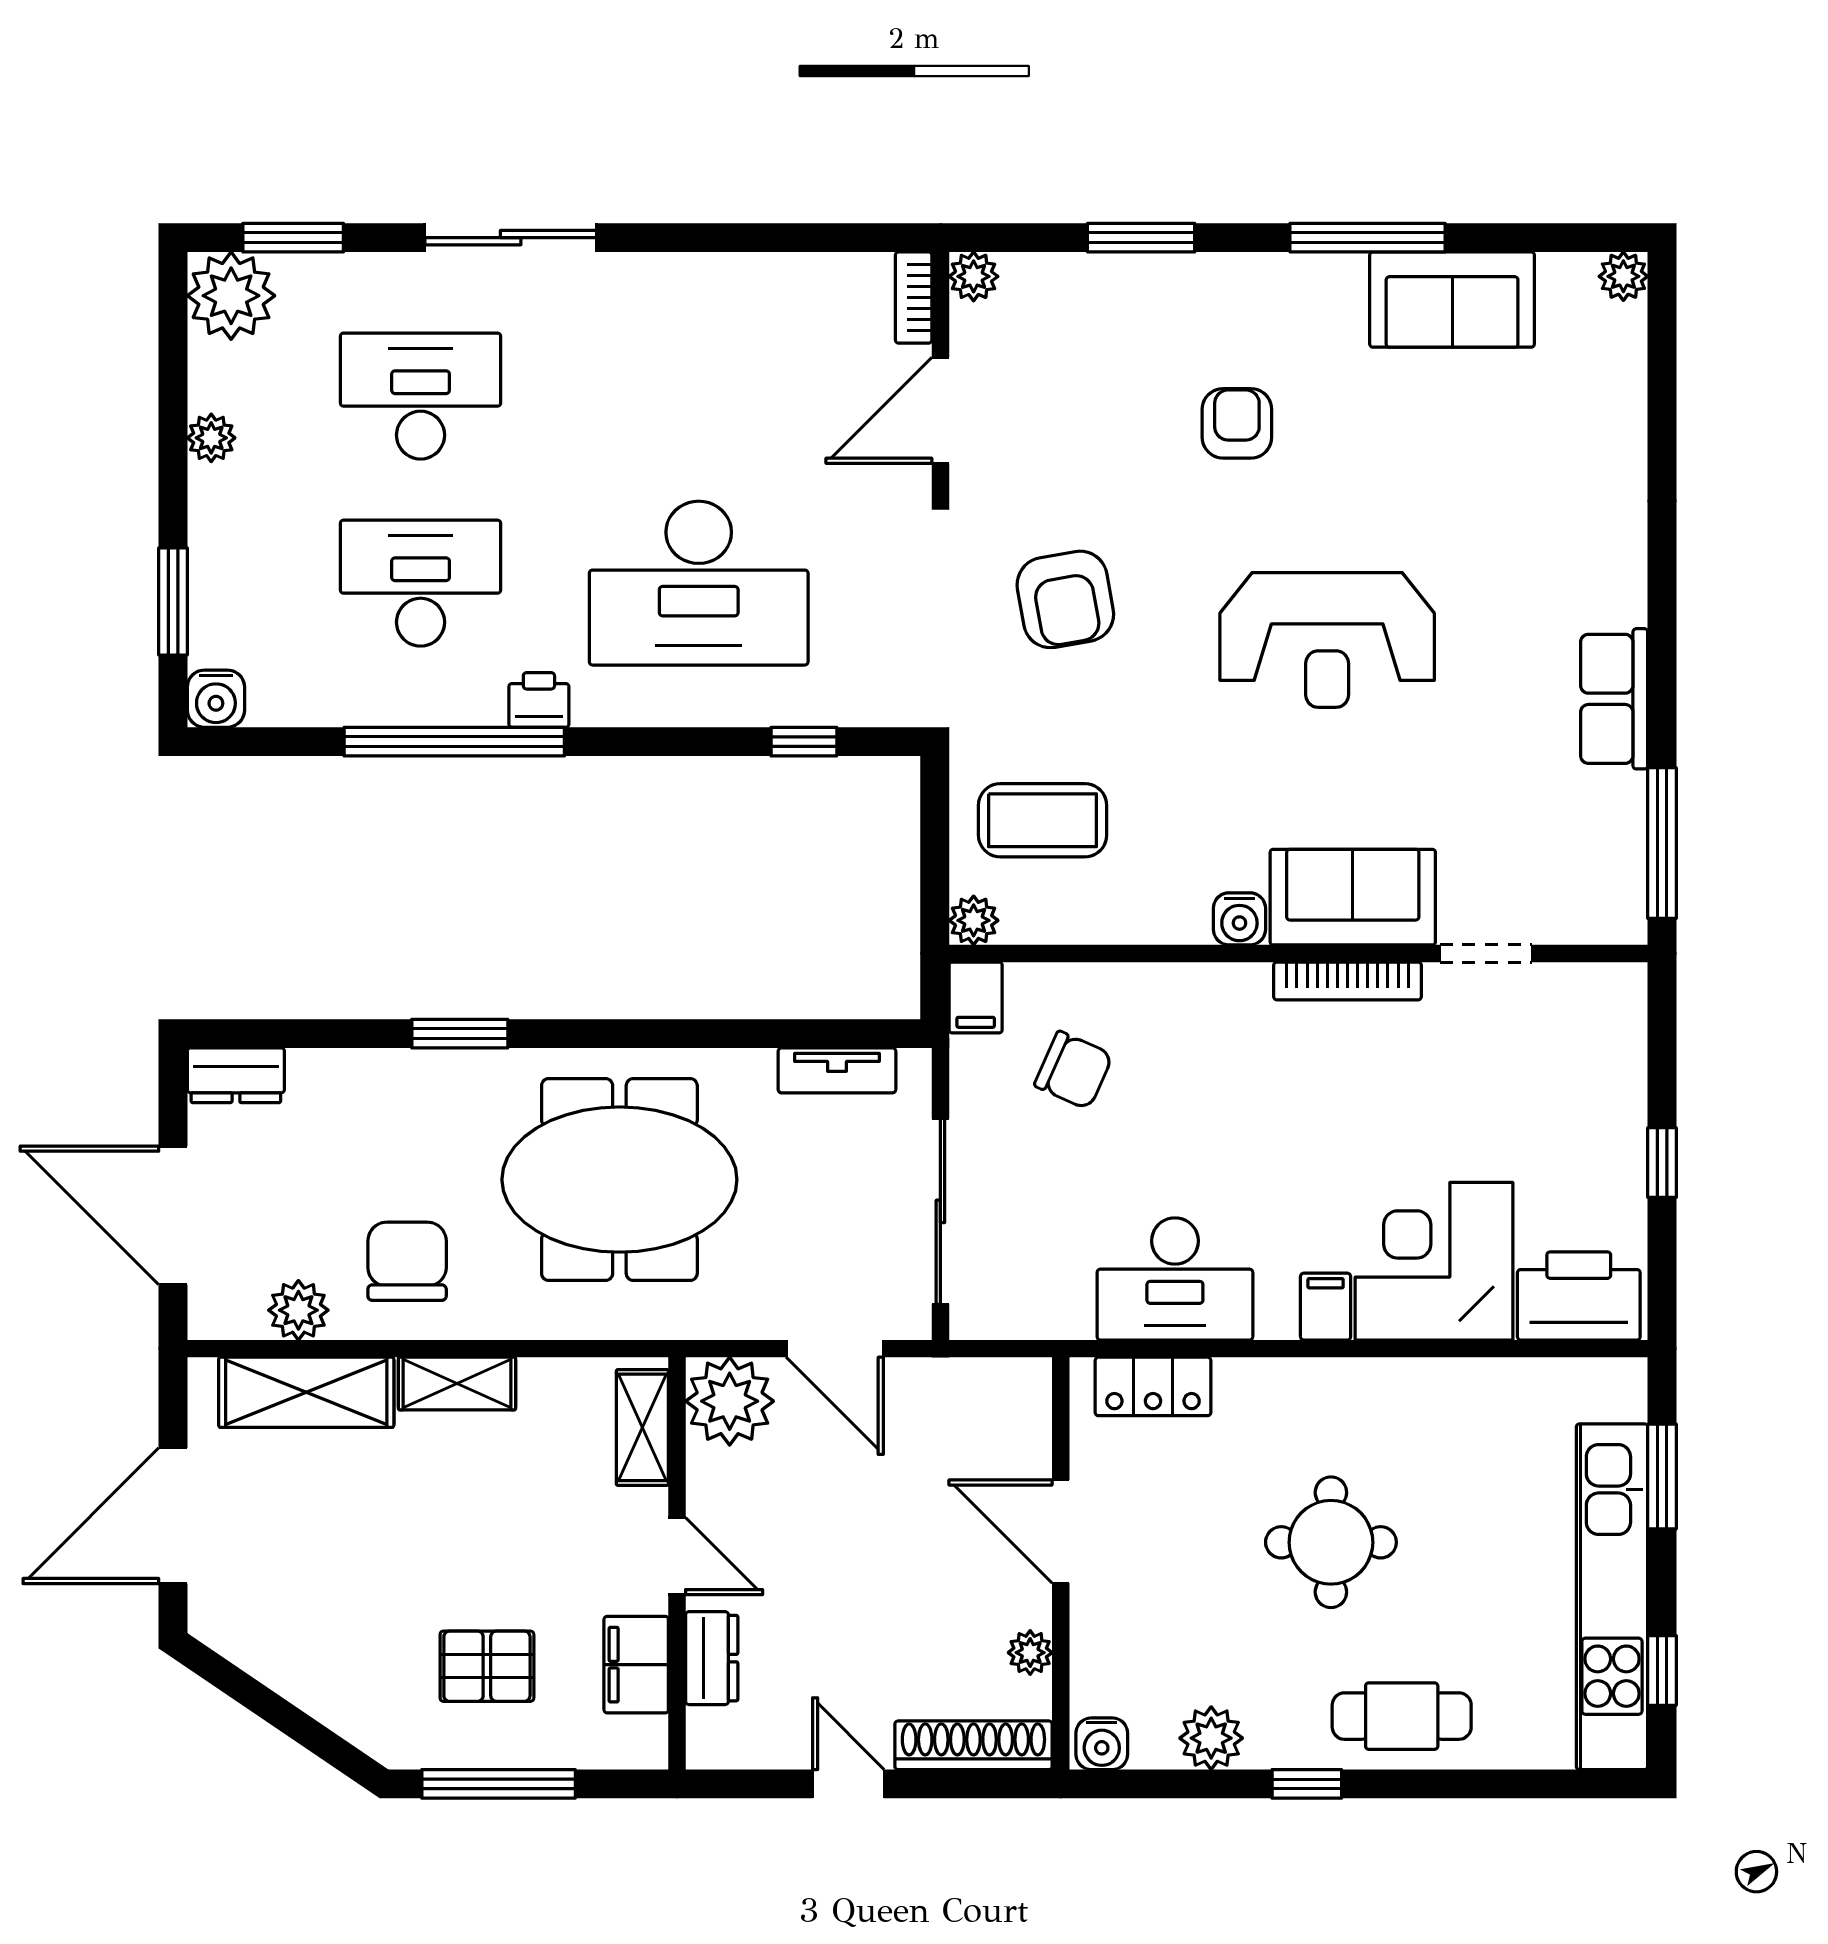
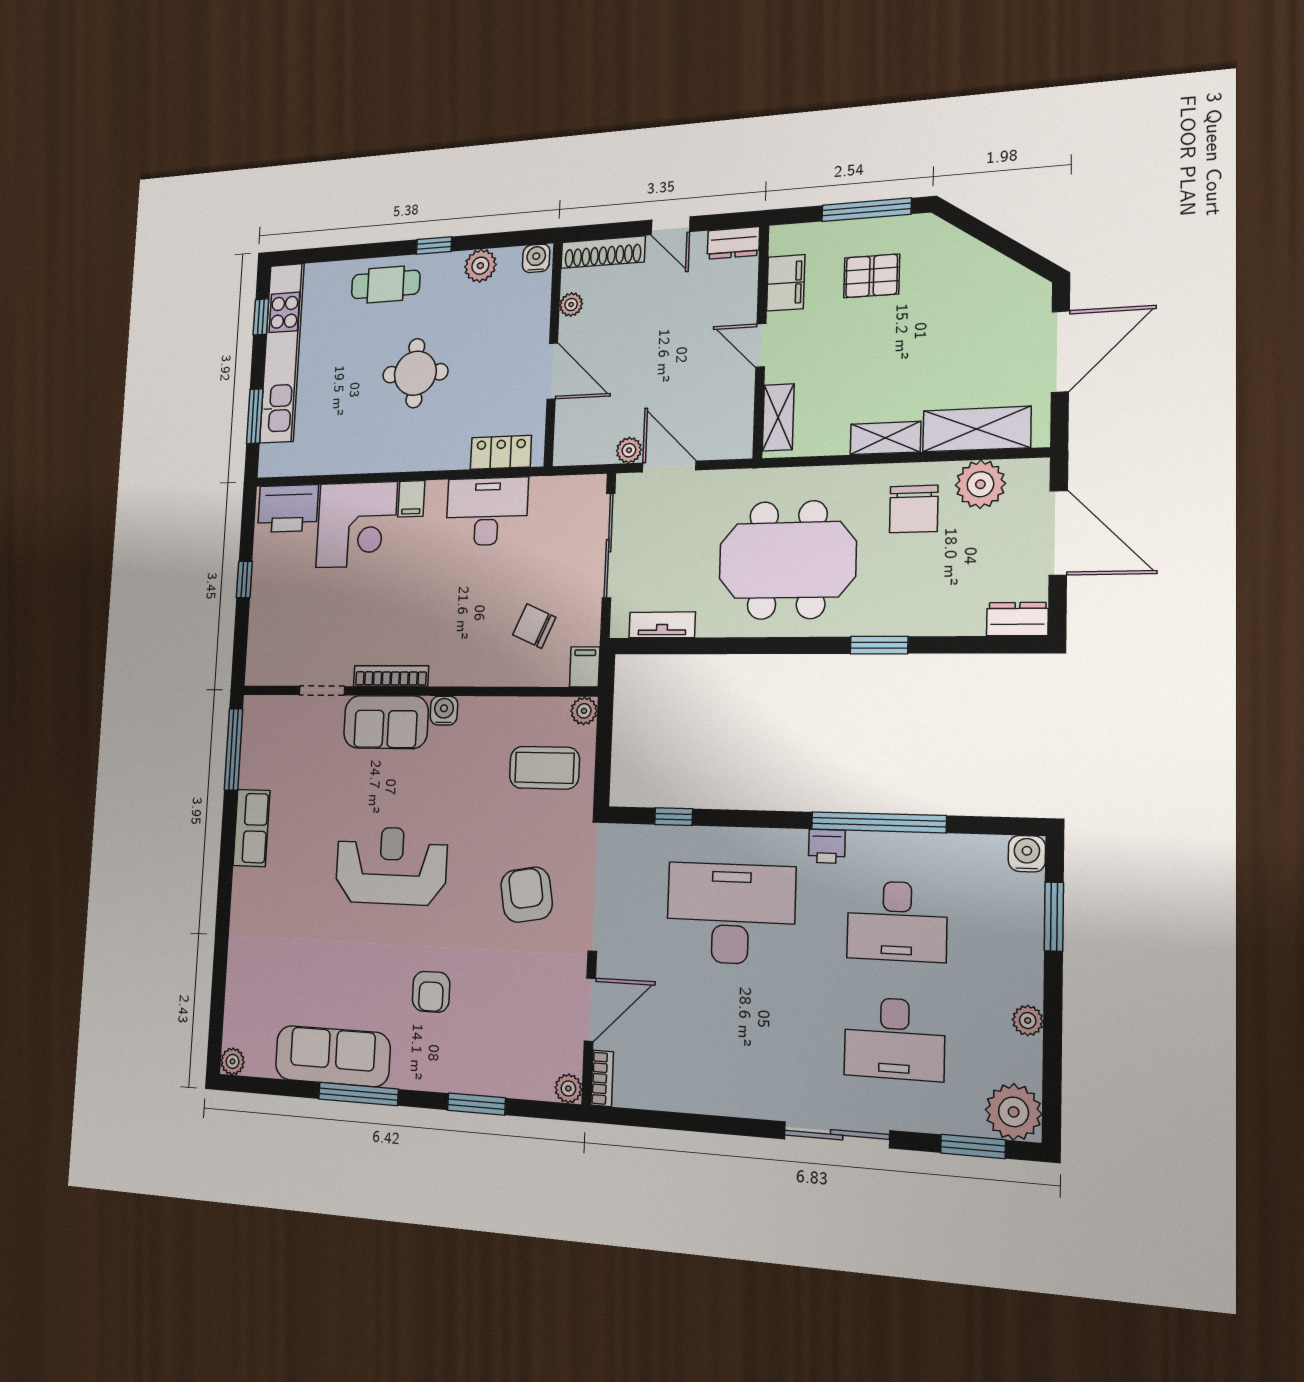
sofa: (1452, 300) -> (332, 1056), width x1.36
plant: (298, 1310) -> (980, 484), width x1.36, depth x1.36
plant: (730, 1401) -> (629, 450), moved, width x0.53, depth x0.53
dresser: (712, 1658) -> (733, 243), moved, turned -90

